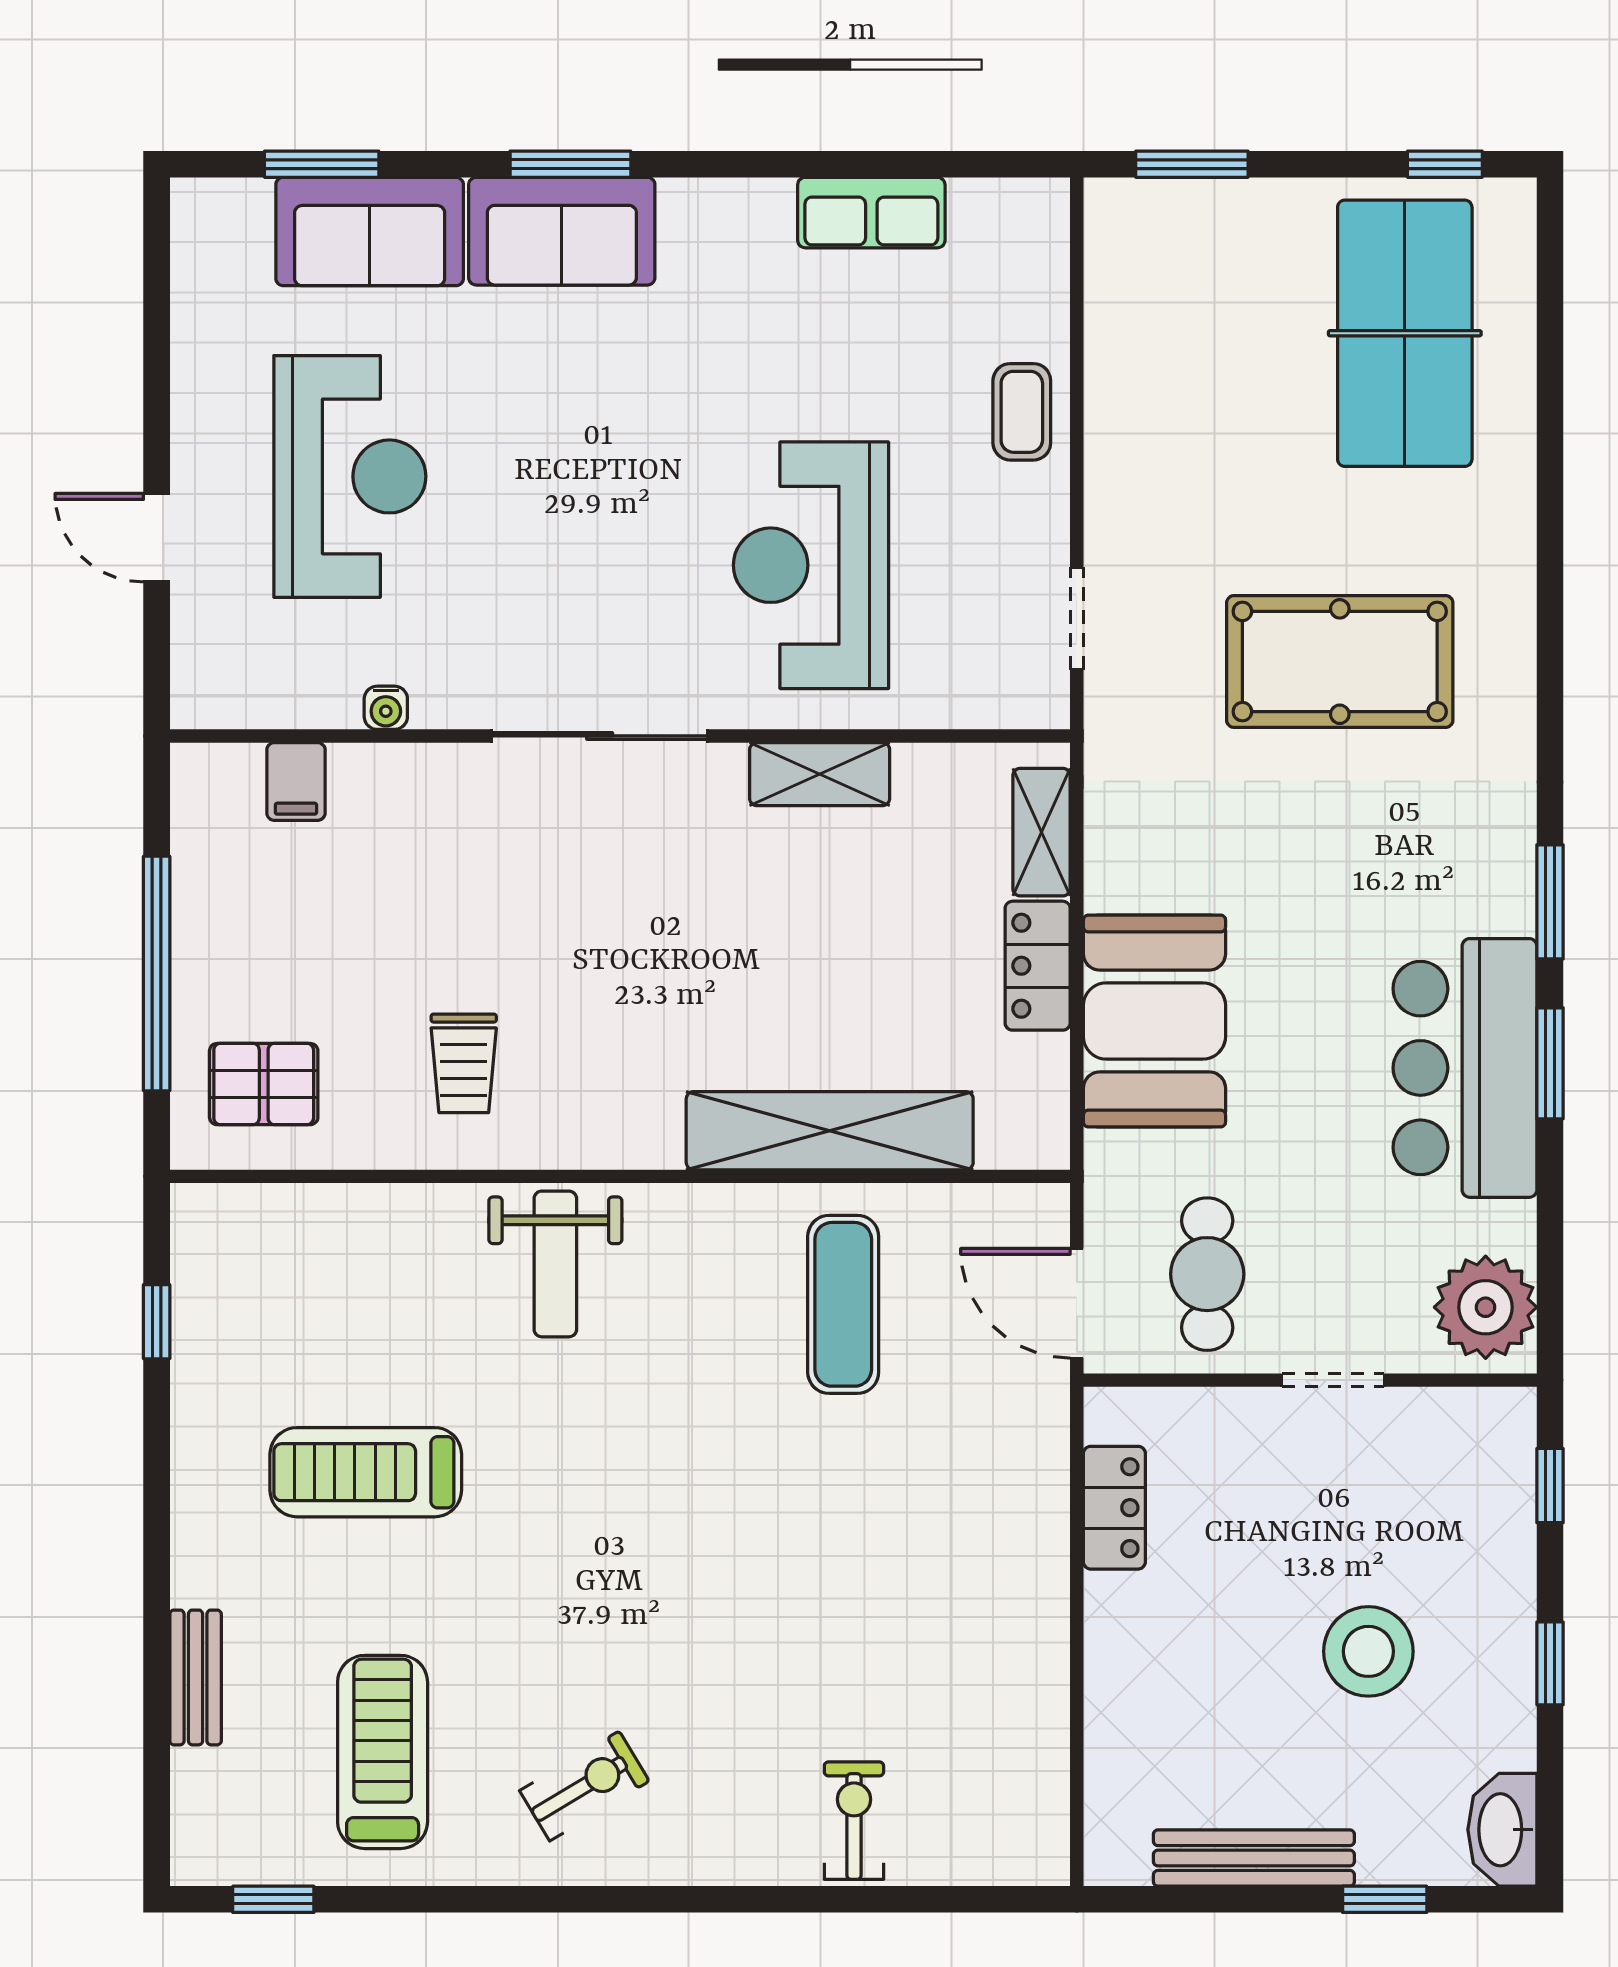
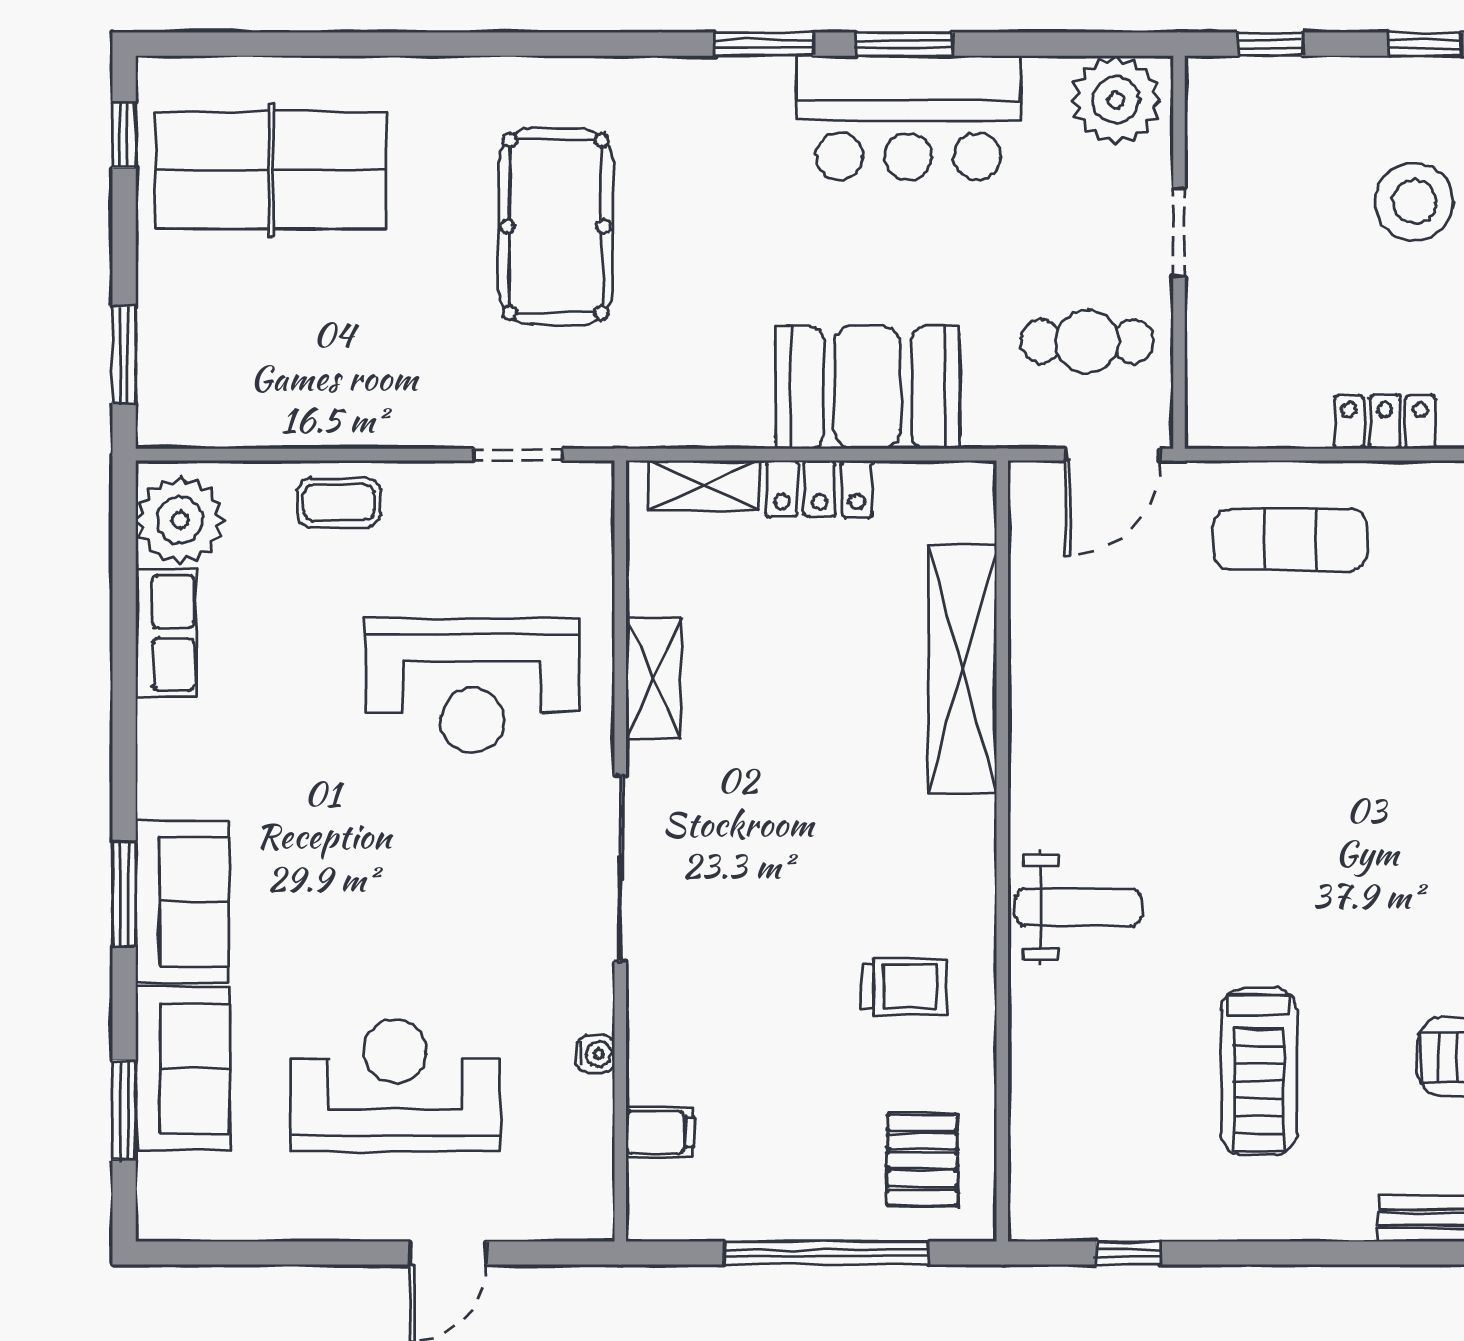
plant: (1001, 228) -> (180, 520), added
exercise mat: (843, 1304) -> (1290, 539), moved
locker: (1114, 1508) -> (1385, 422), moved

